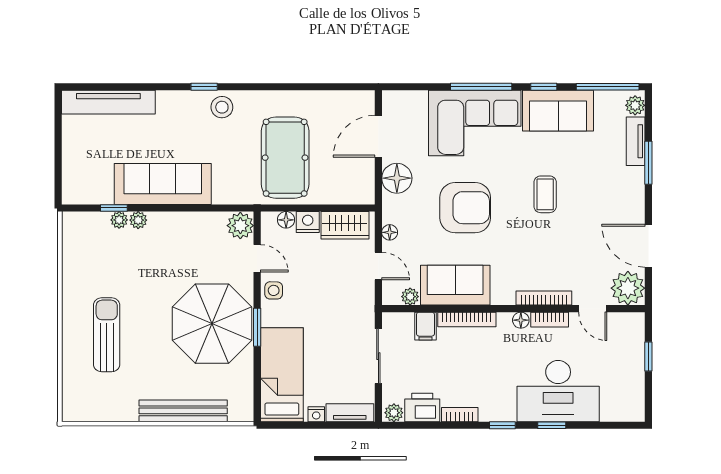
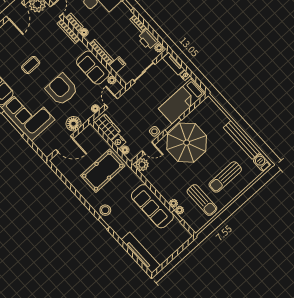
door: (257, 258) -> (148, 148), swing flipped
sun lounger: (104, 268) -> (202, 200), added
barbecue: (78, 410) -> (262, 163), added
bench: (183, 411) -> (242, 140), moved

